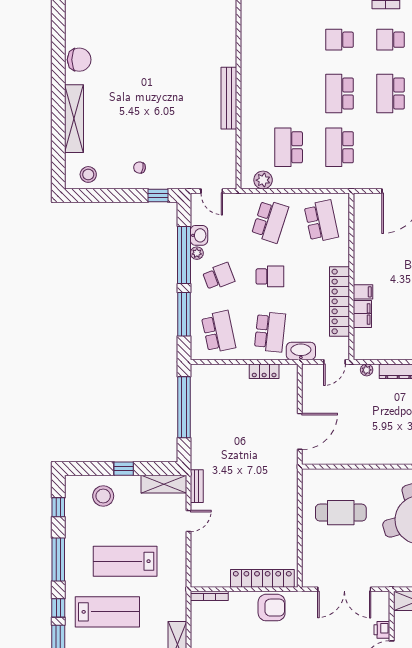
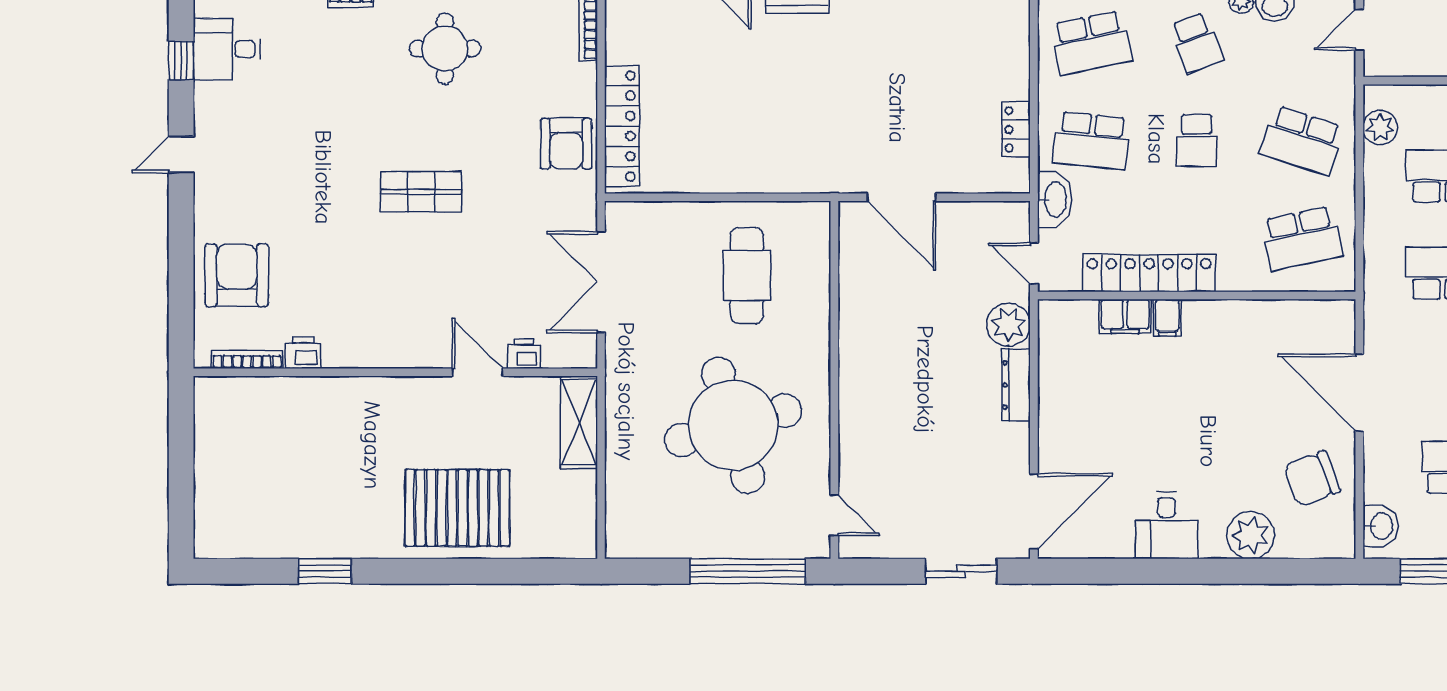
plant: (367, 370) -> (1009, 325), width x1.88, depth x1.88

